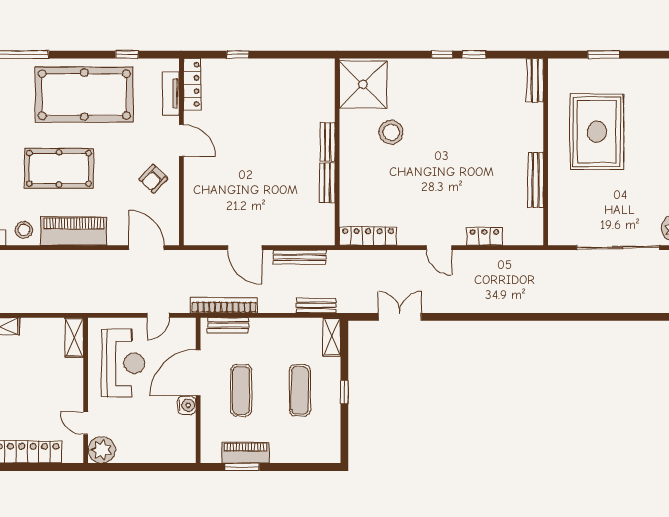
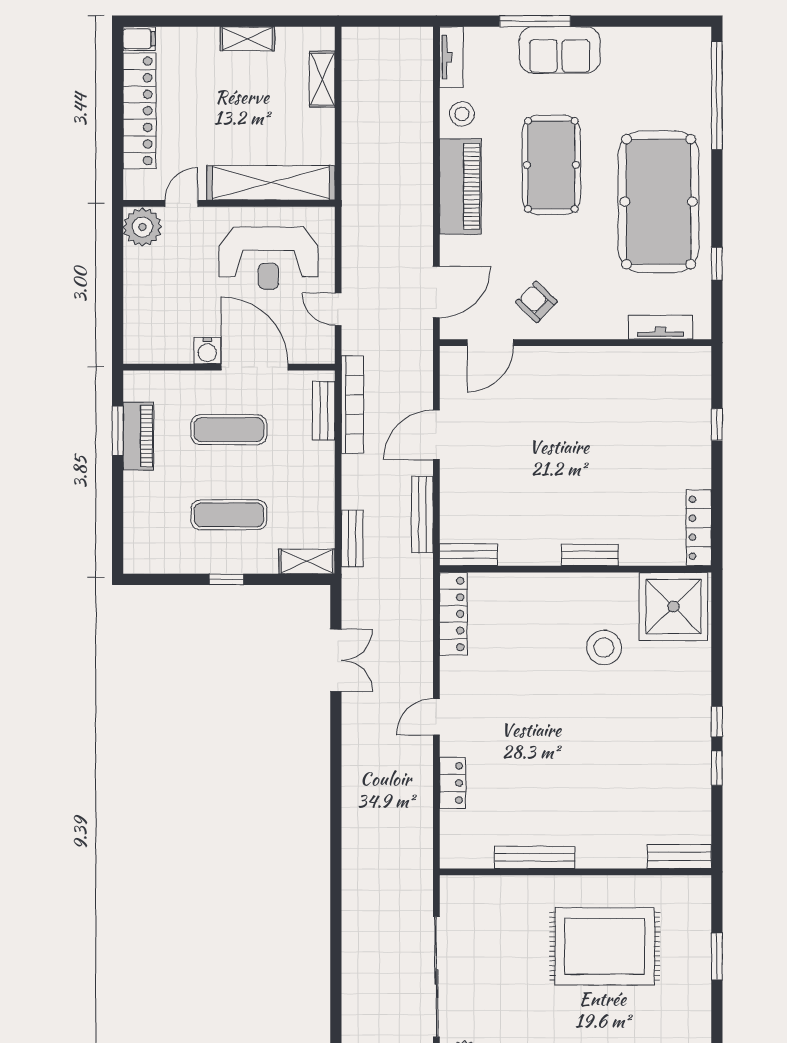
locker: (192, 85) -> (699, 528), moved, turned 90
door: (181, 140) -> (490, 343), moved
bench: (327, 183) -> (469, 555), moved
shelving: (74, 338) -> (271, 183), width x2.20, depth x1.33

